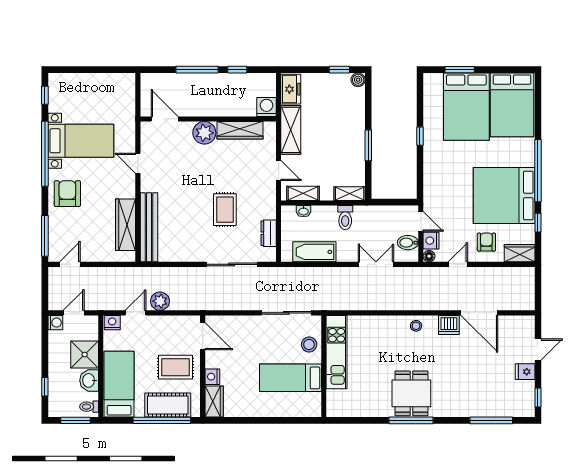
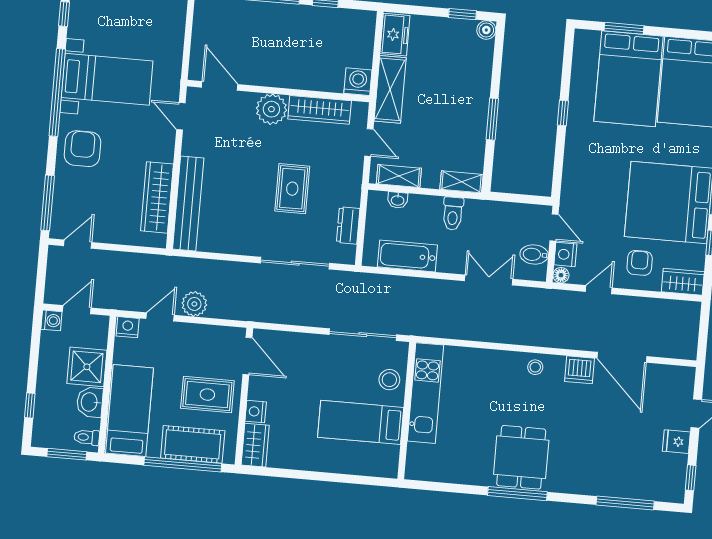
washing machine: (267, 107) -> (358, 82), moved
door: (165, 119) -> (220, 86), moved
wall: (208, 119) -> (278, 91), moved
wardrobe: (240, 130) -> (320, 110), moved
plant: (204, 133) -> (271, 109), moved

